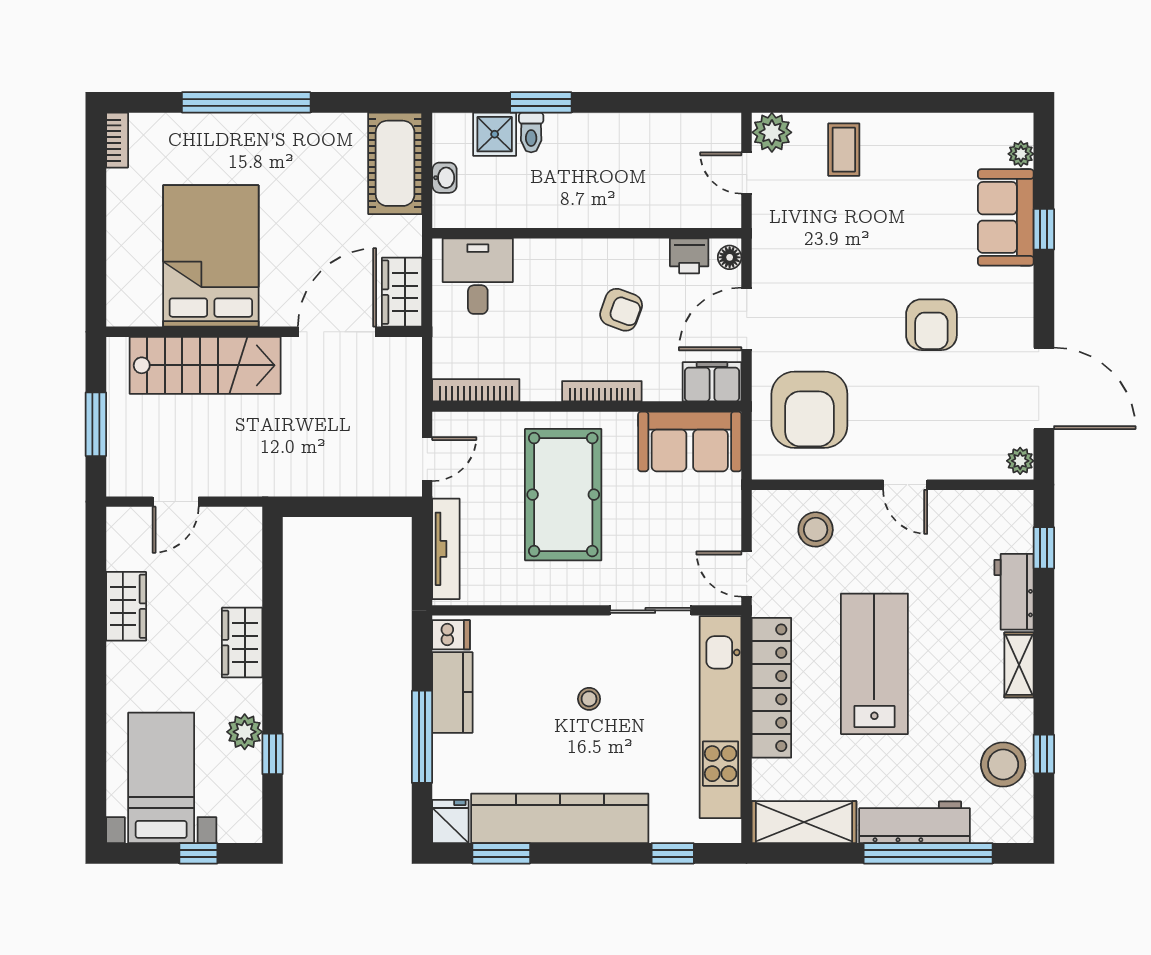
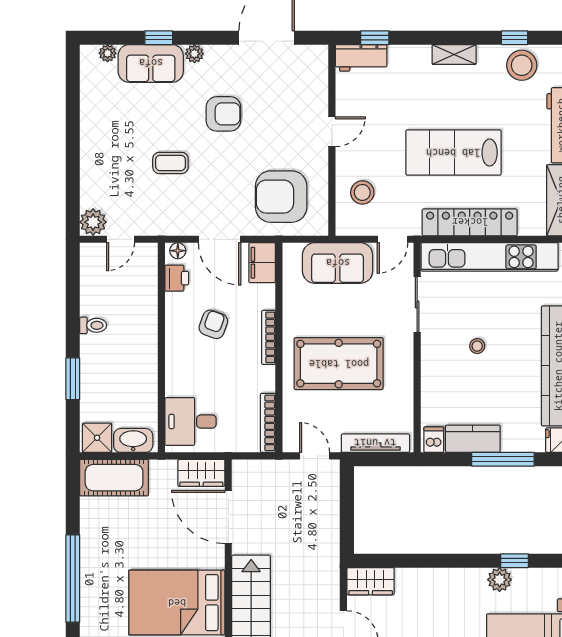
toilet: (531, 132) -> (93, 325), moved
shower: (495, 134) -> (97, 438), moved
coffee table: (844, 150) -> (170, 163), moved
washbasin: (444, 178) -> (133, 440), width x1.91, depth x1.45
armchair: (809, 410) -> (281, 197), turned 180
sofa: (690, 442) -> (338, 263), moved, turned 90
plant: (1020, 461) -> (194, 54), moved
workbench: (1014, 592) -> (361, 58), moved
wardrobe: (242, 643) -> (371, 581), moved

